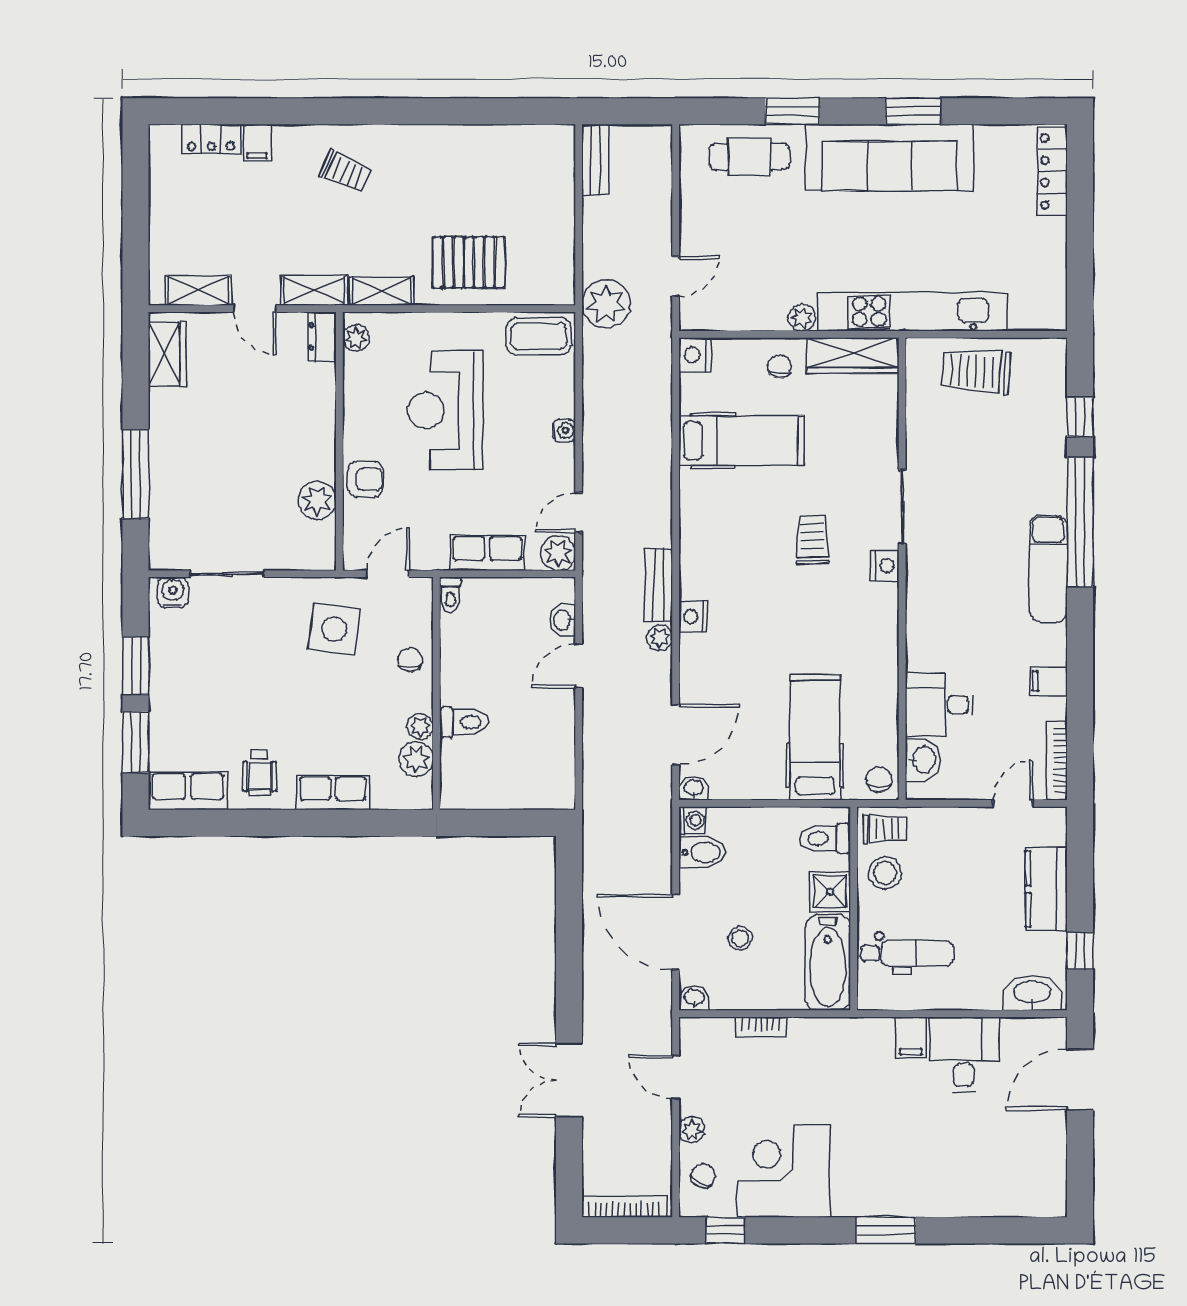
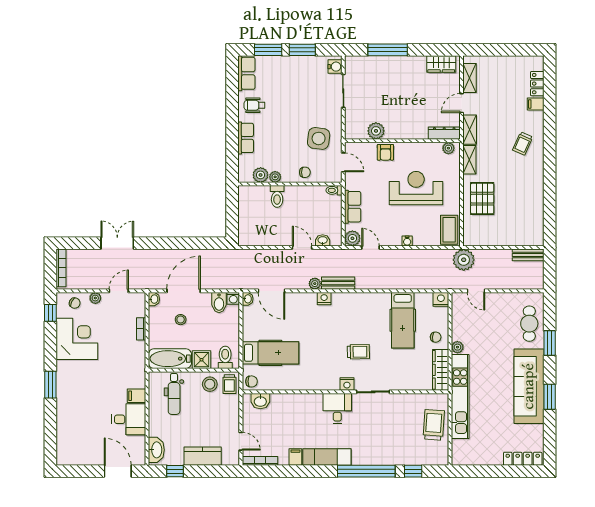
dresser: (322, 337) -> (444, 133), width x1.44
exam couch: (1048, 569) -> (327, 457), moved
desk: (939, 705) -> (337, 408), moved

